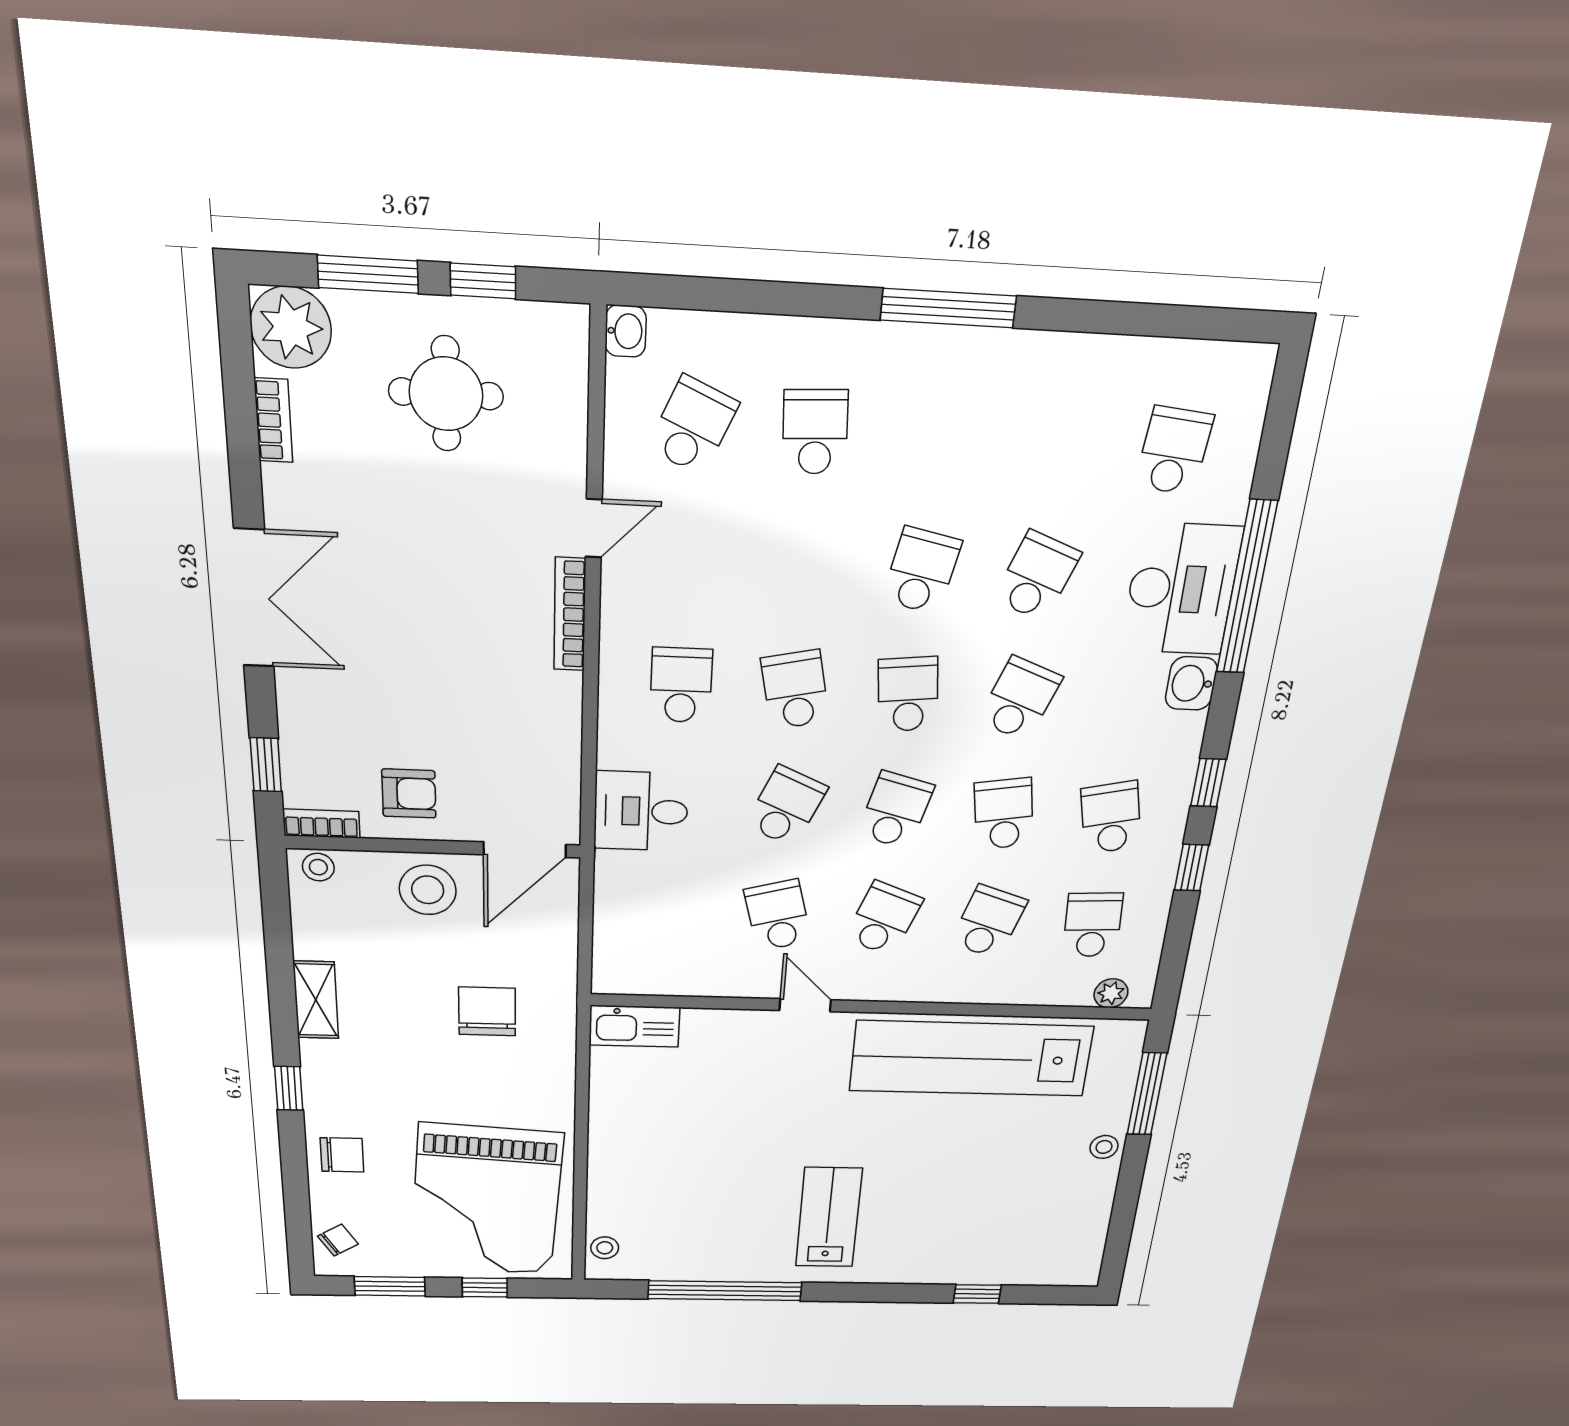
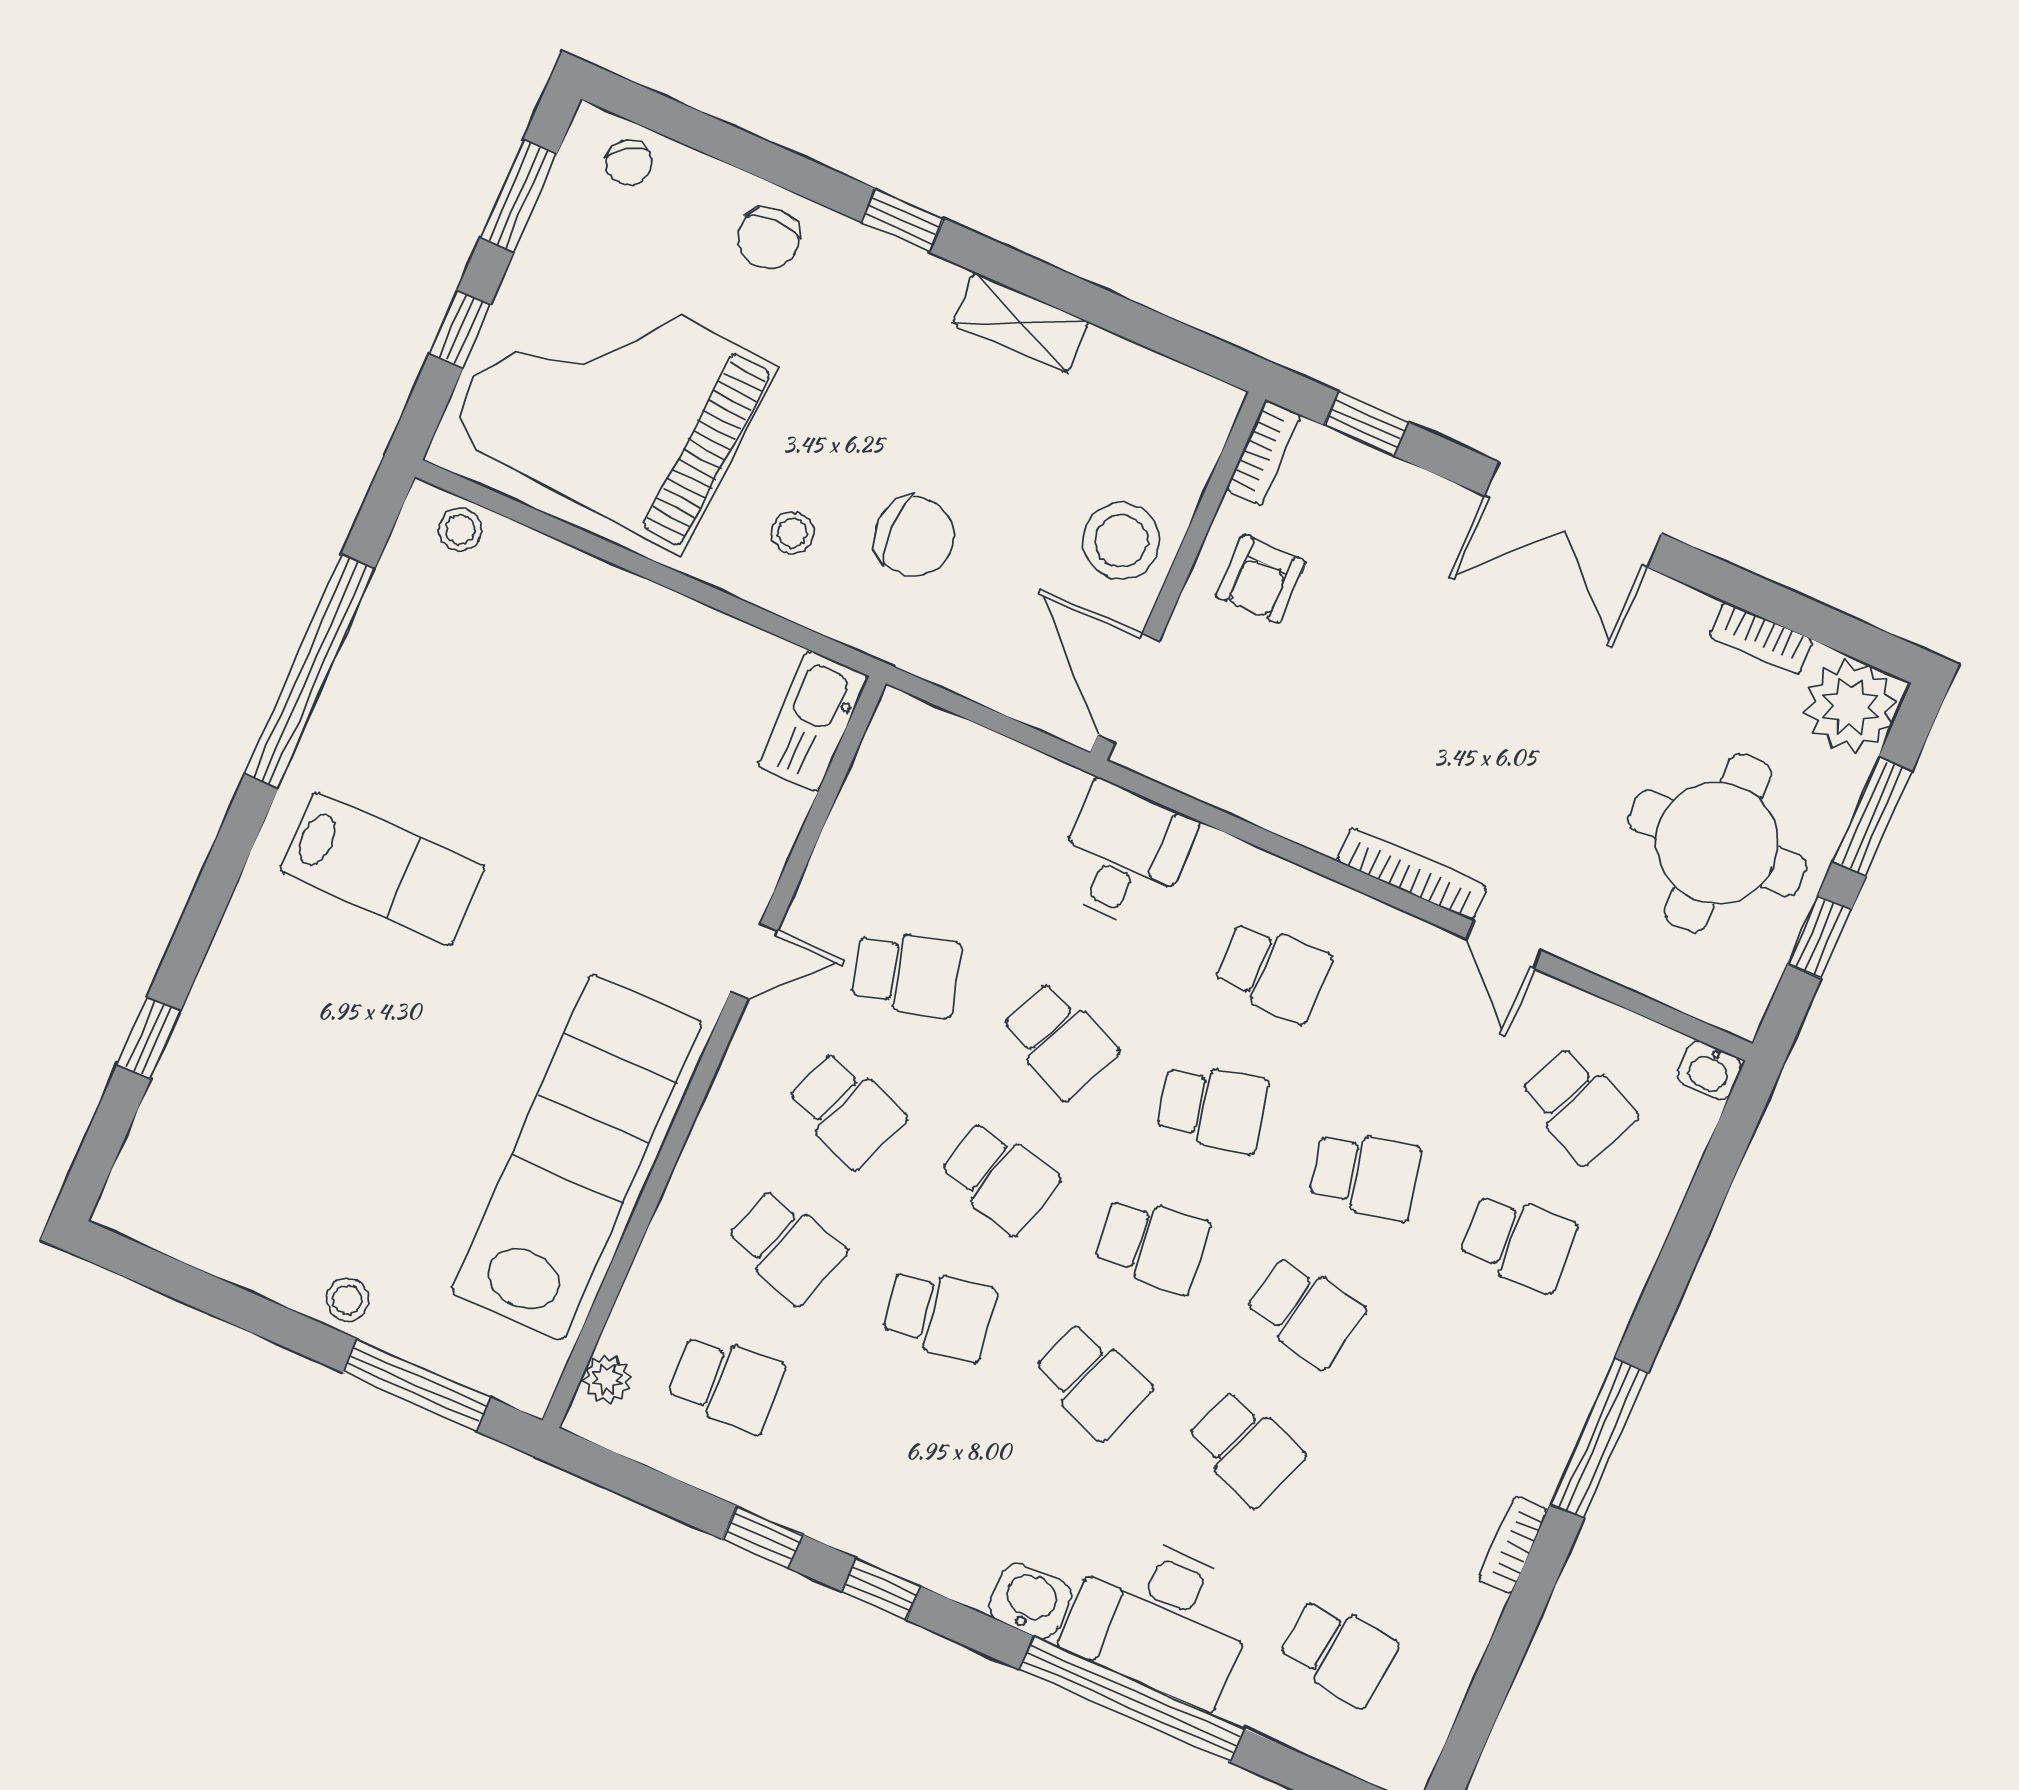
bookcase: (1054, 346) -> (1513, 1545), added
round table: (446, 394) -> (1717, 843), width x1.36, depth x1.36
school desk: (1111, 818) -> (1365, 1175), moved
stool: (318, 867) -> (793, 533), moved

